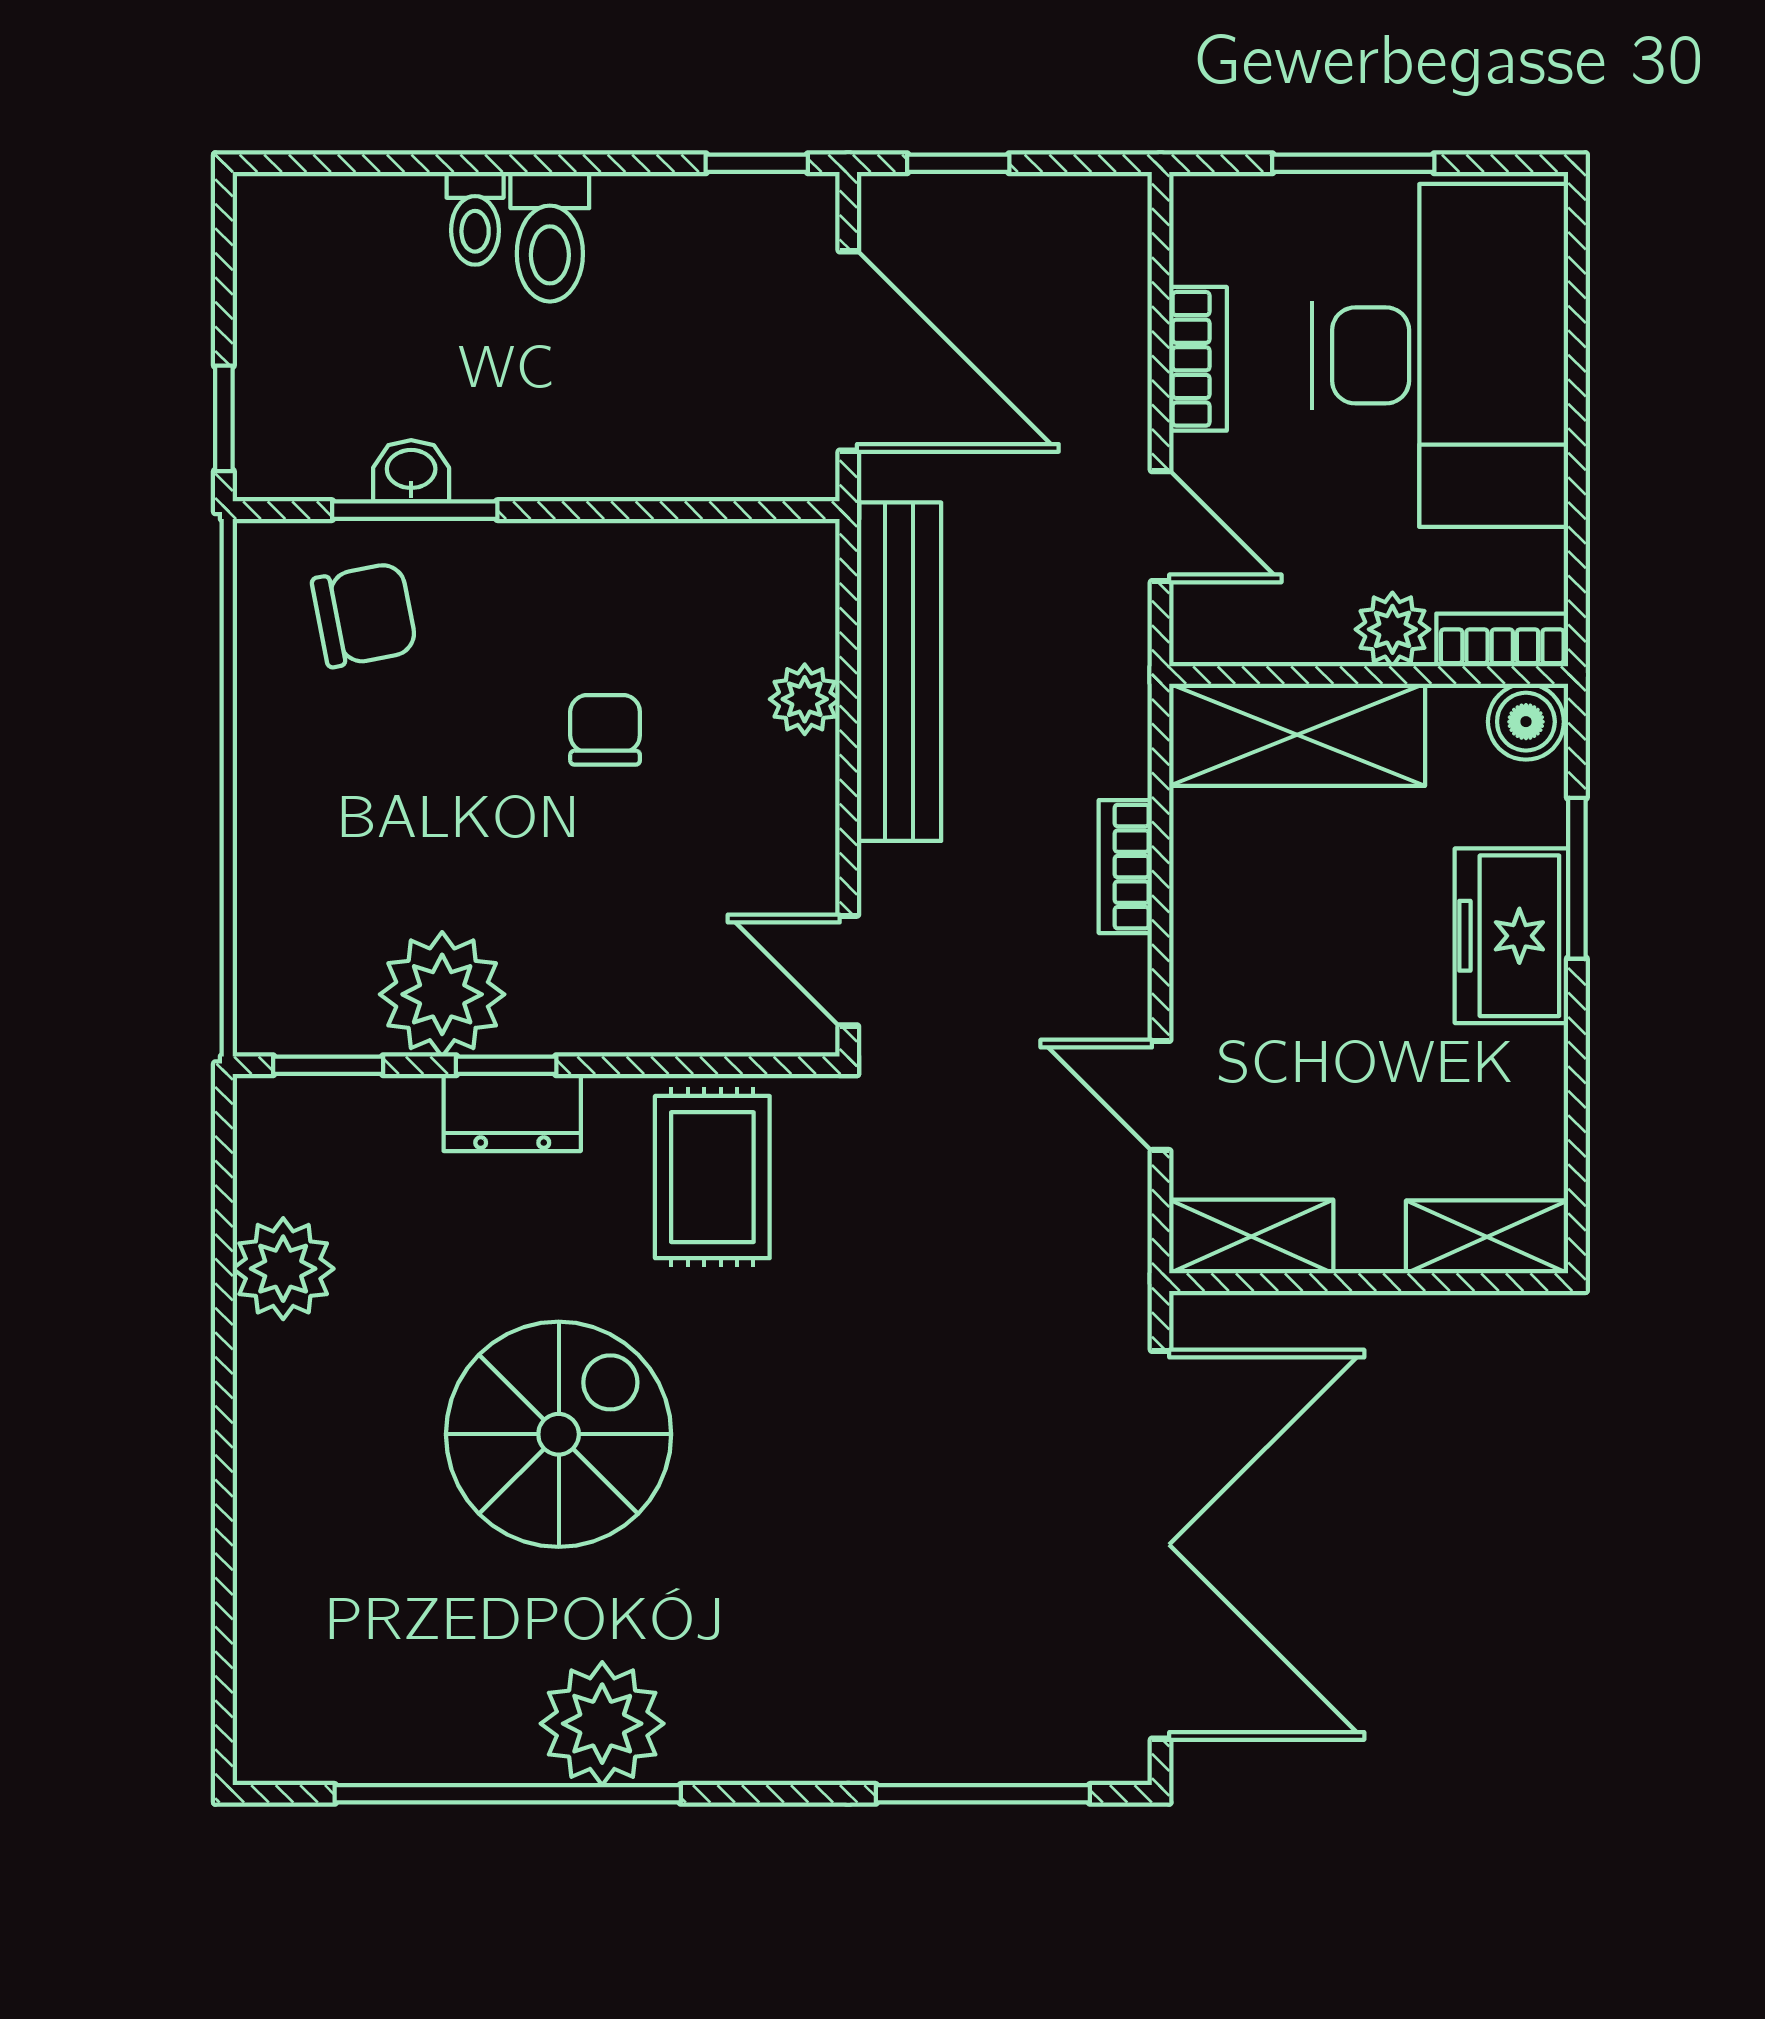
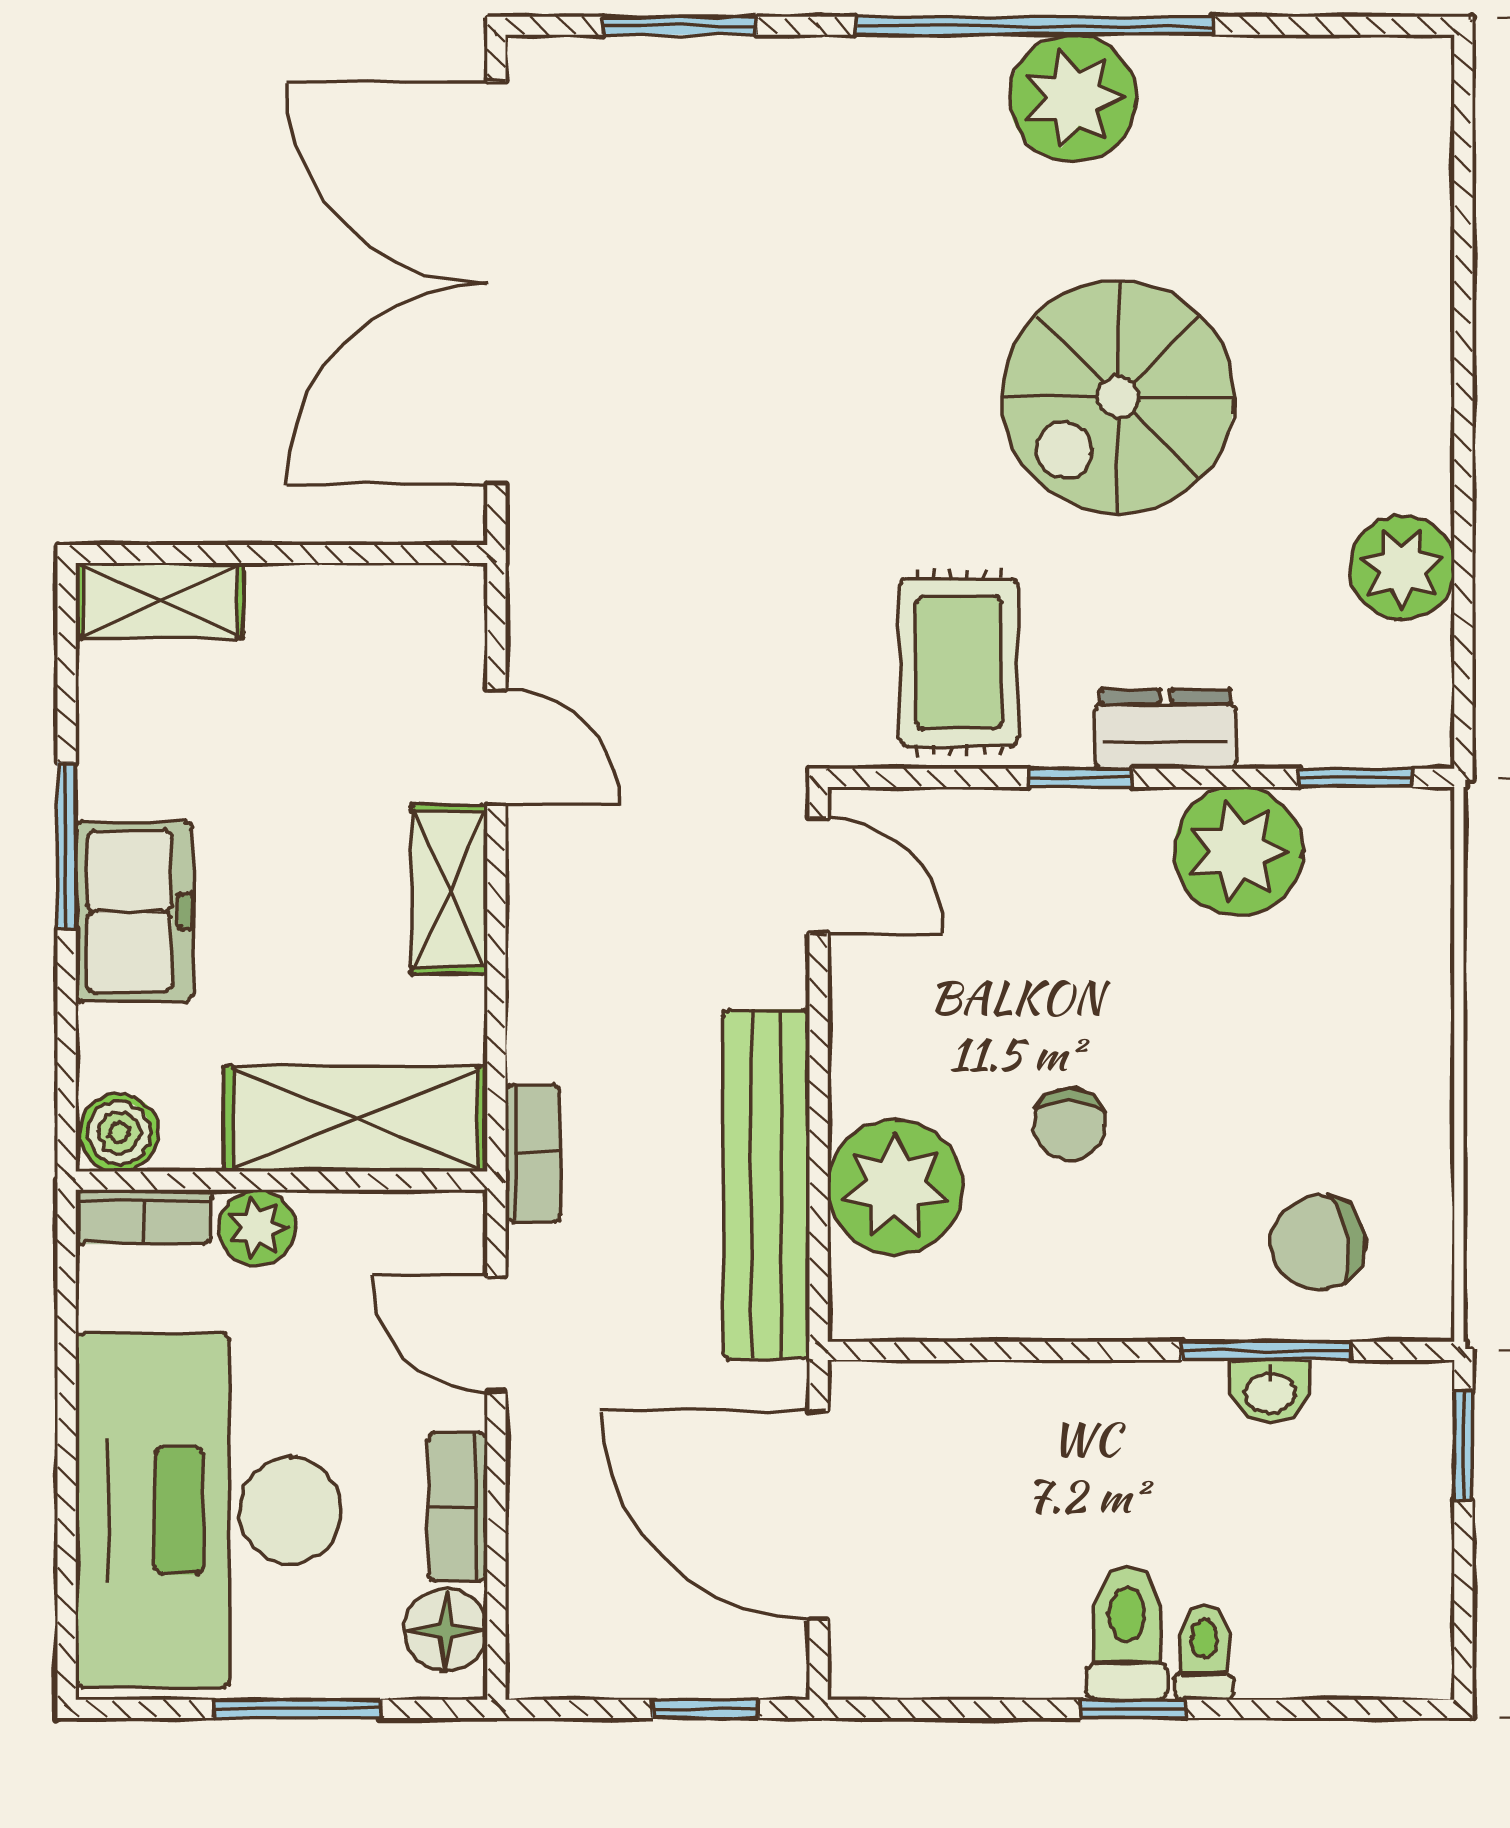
window: (757, 163) -> (1133, 1709), moved
floor lamp: (1209, 240) -> (446, 1630), added
plant: (805, 699) -> (895, 1187), width x1.88, depth x1.88
bookcase: (1125, 867) -> (533, 1153), moved
window: (1577, 878) -> (67, 846), moved
window: (506, 1065) -> (1080, 778), moved
shelving: (1251, 1237) -> (449, 889), moved, turned 90
window: (508, 1794) -> (1034, 26), moved
window: (983, 1794) -> (680, 26), width x0.69

